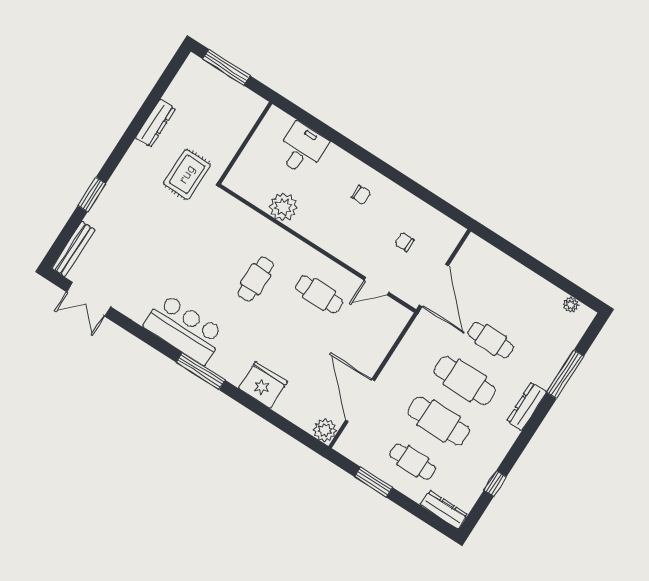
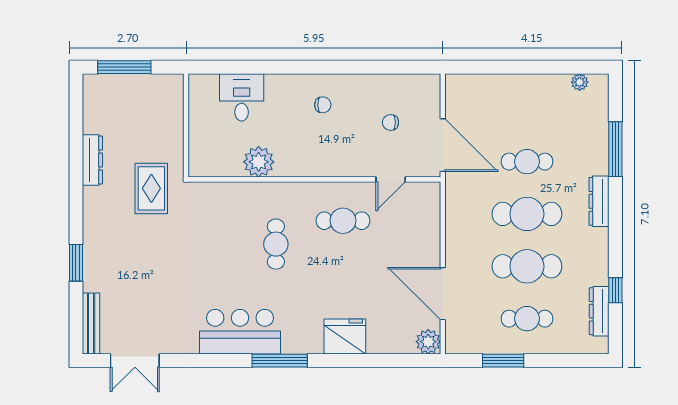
dresser: (444, 510) -> (599, 311), moved, turned -90

